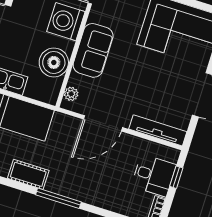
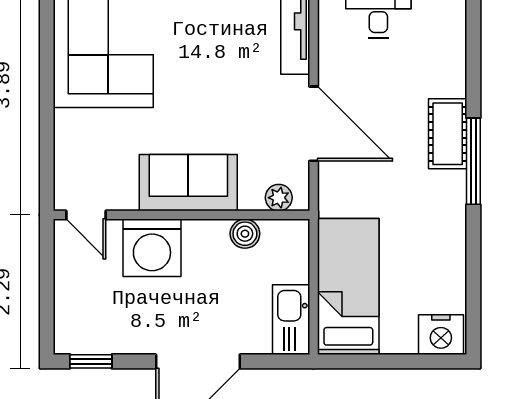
boiler: (54, 62) -> (245, 234), width x0.54, depth x0.54
cot: (28, 174) -> (448, 134), moved

